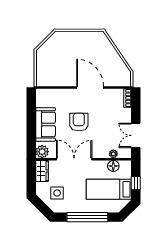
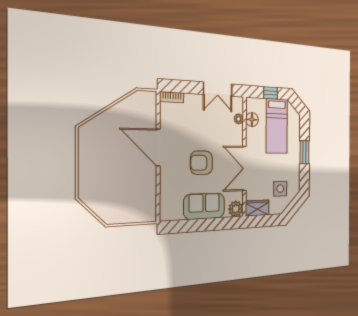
door: (90, 88) -> (158, 147), hinge flipped
window: (87, 217) -> (304, 152), width x0.47

